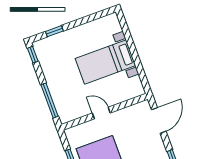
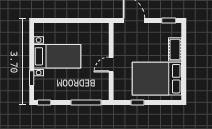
bed with nightstands: (105, 62) -> (57, 56), moved, turned -90

